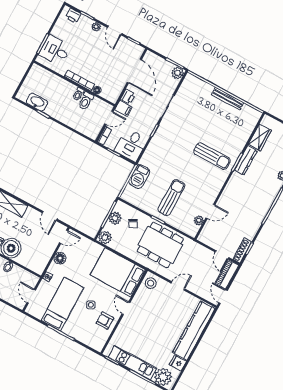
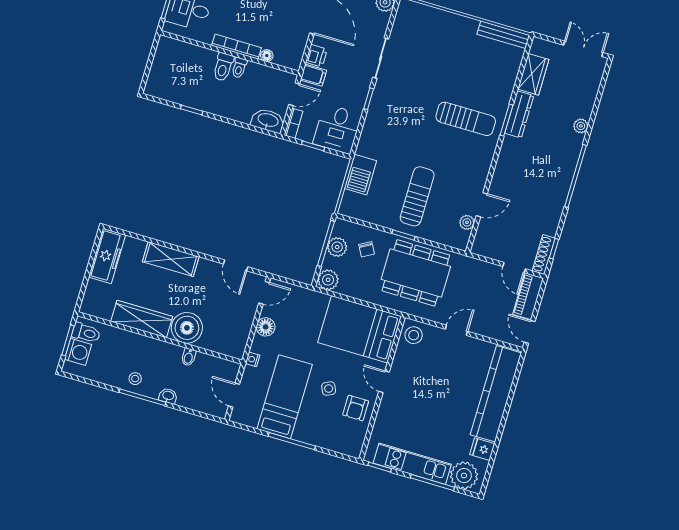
bench: (228, 99) -> (503, 35), moved
toilet: (86, 101) -> (223, 67), moved
washbasin: (37, 102) -> (268, 121), moved
armchair: (105, 321) -> (356, 408), turned -90

